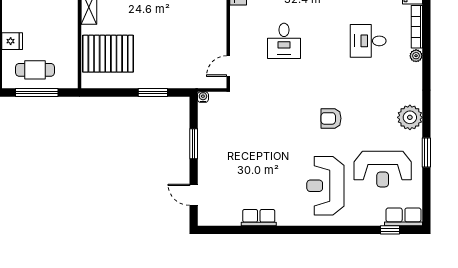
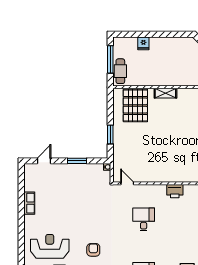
desk: (284, 41) -> (144, 219), turned 90
cafe table: (35, 70) -> (120, 71), moved

